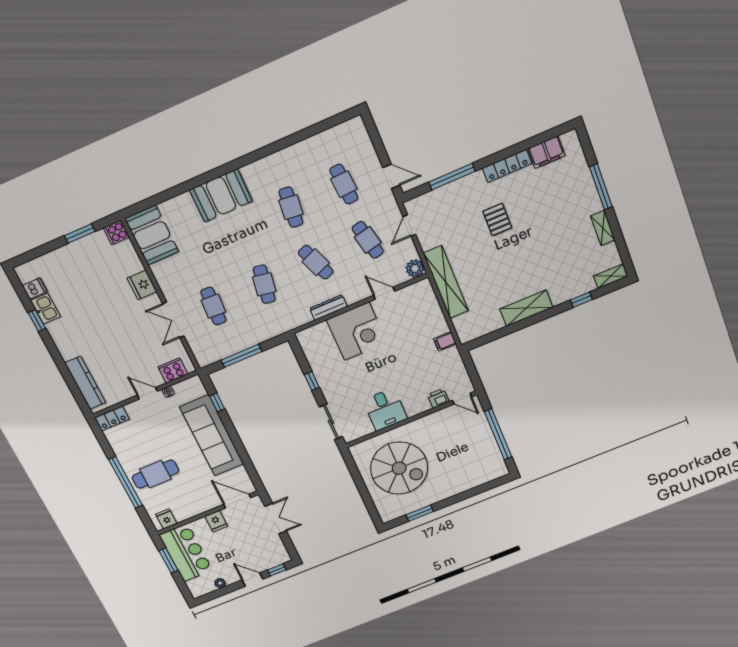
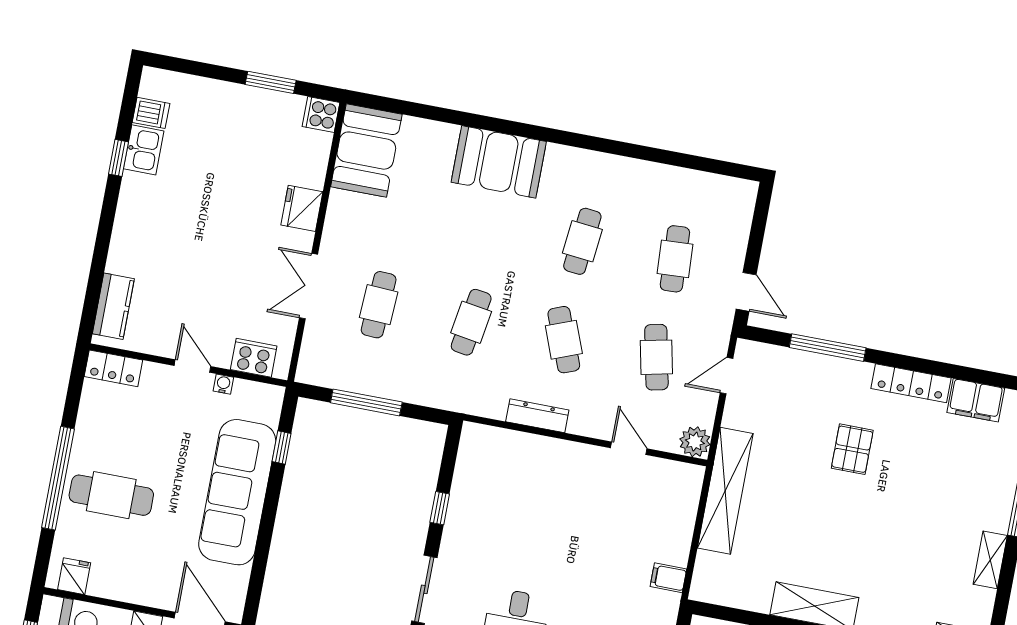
corner desk: (357, 331) -> (554, 478), removed
kitchen counter: (85, 383) -> (113, 306), width x0.67

